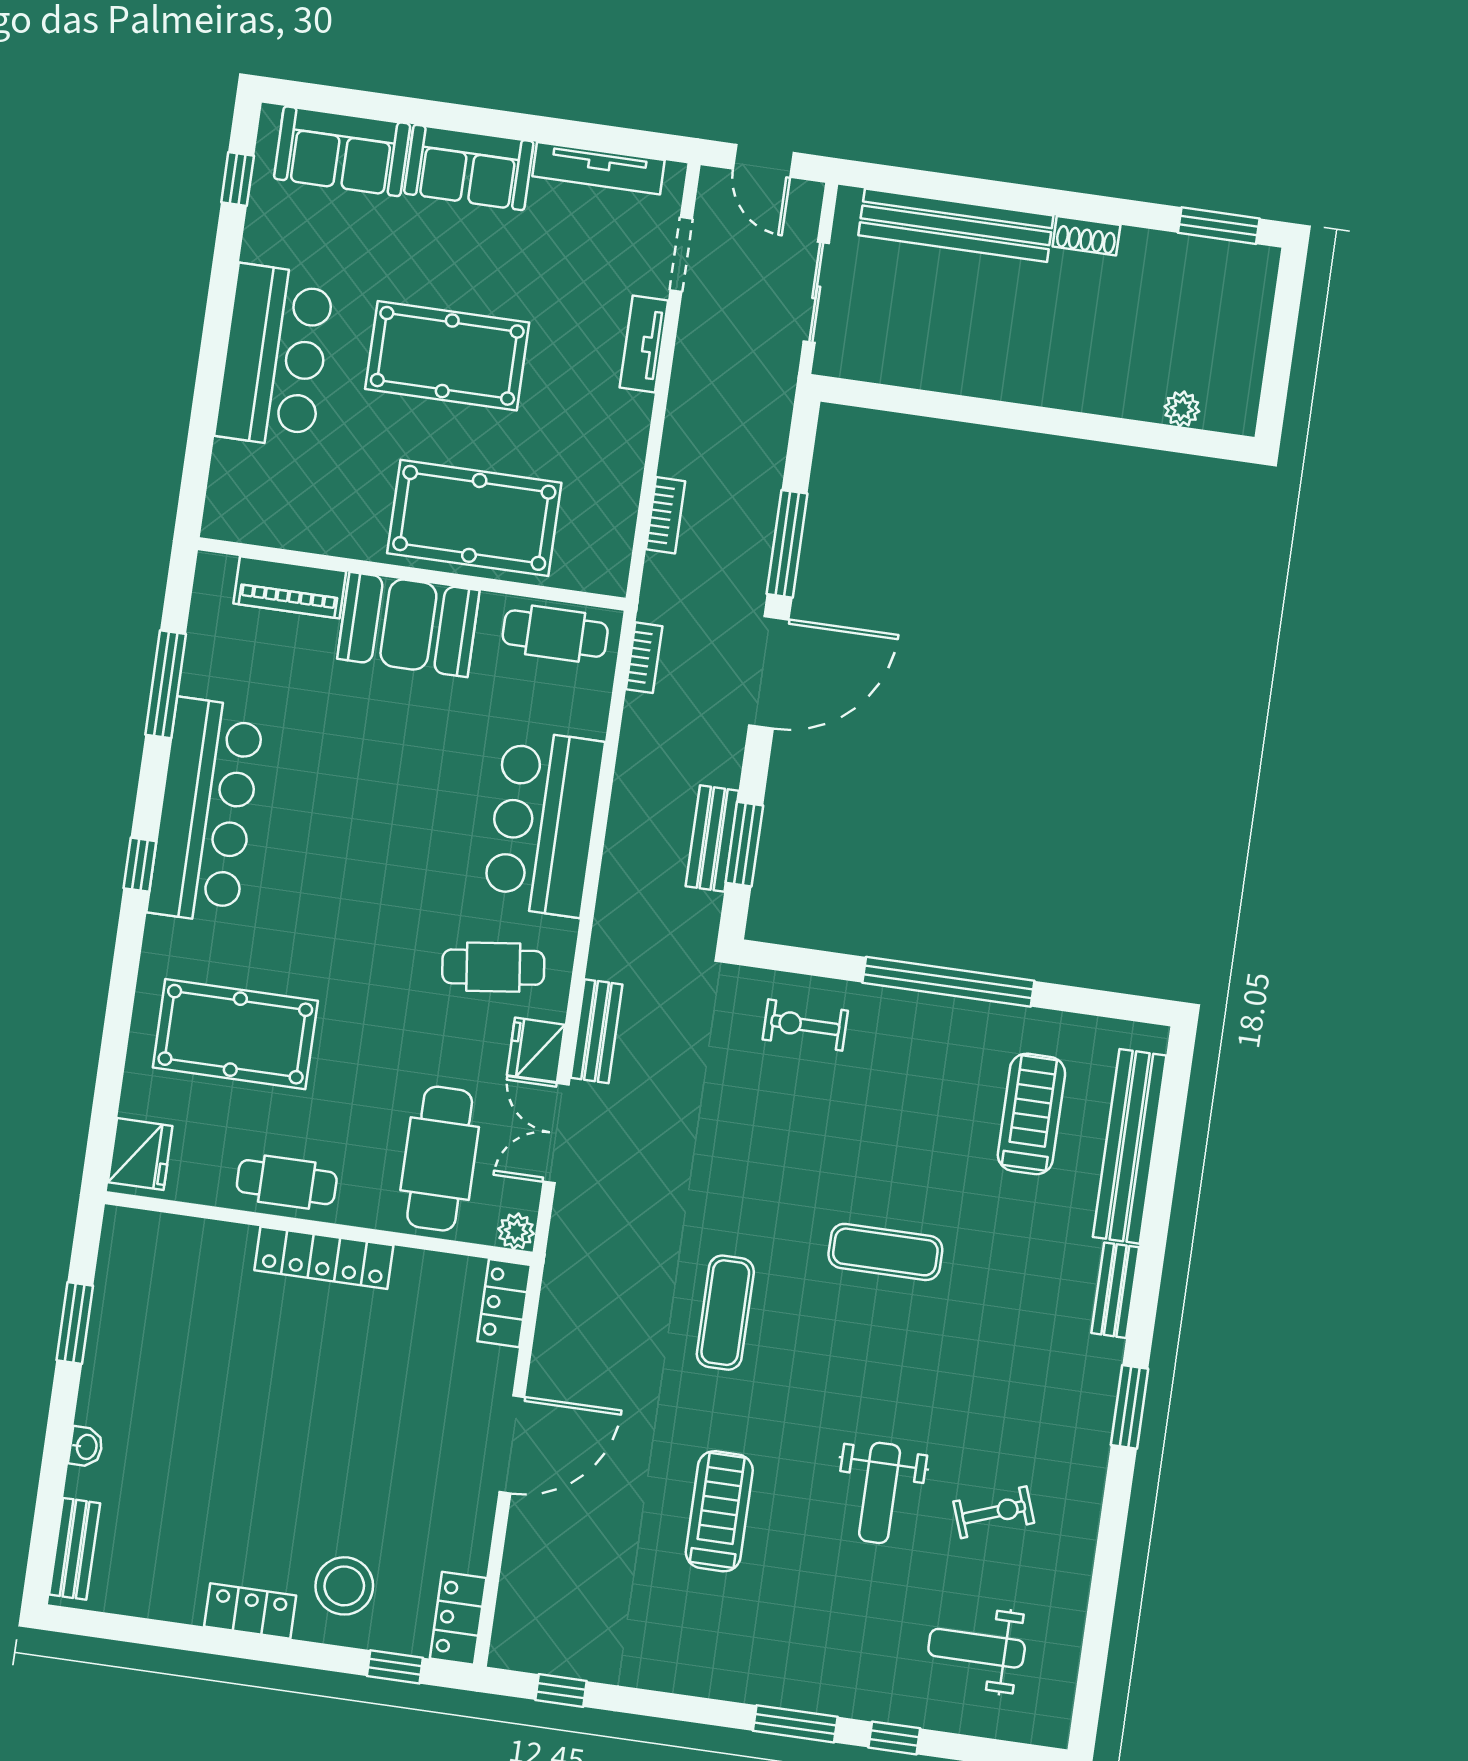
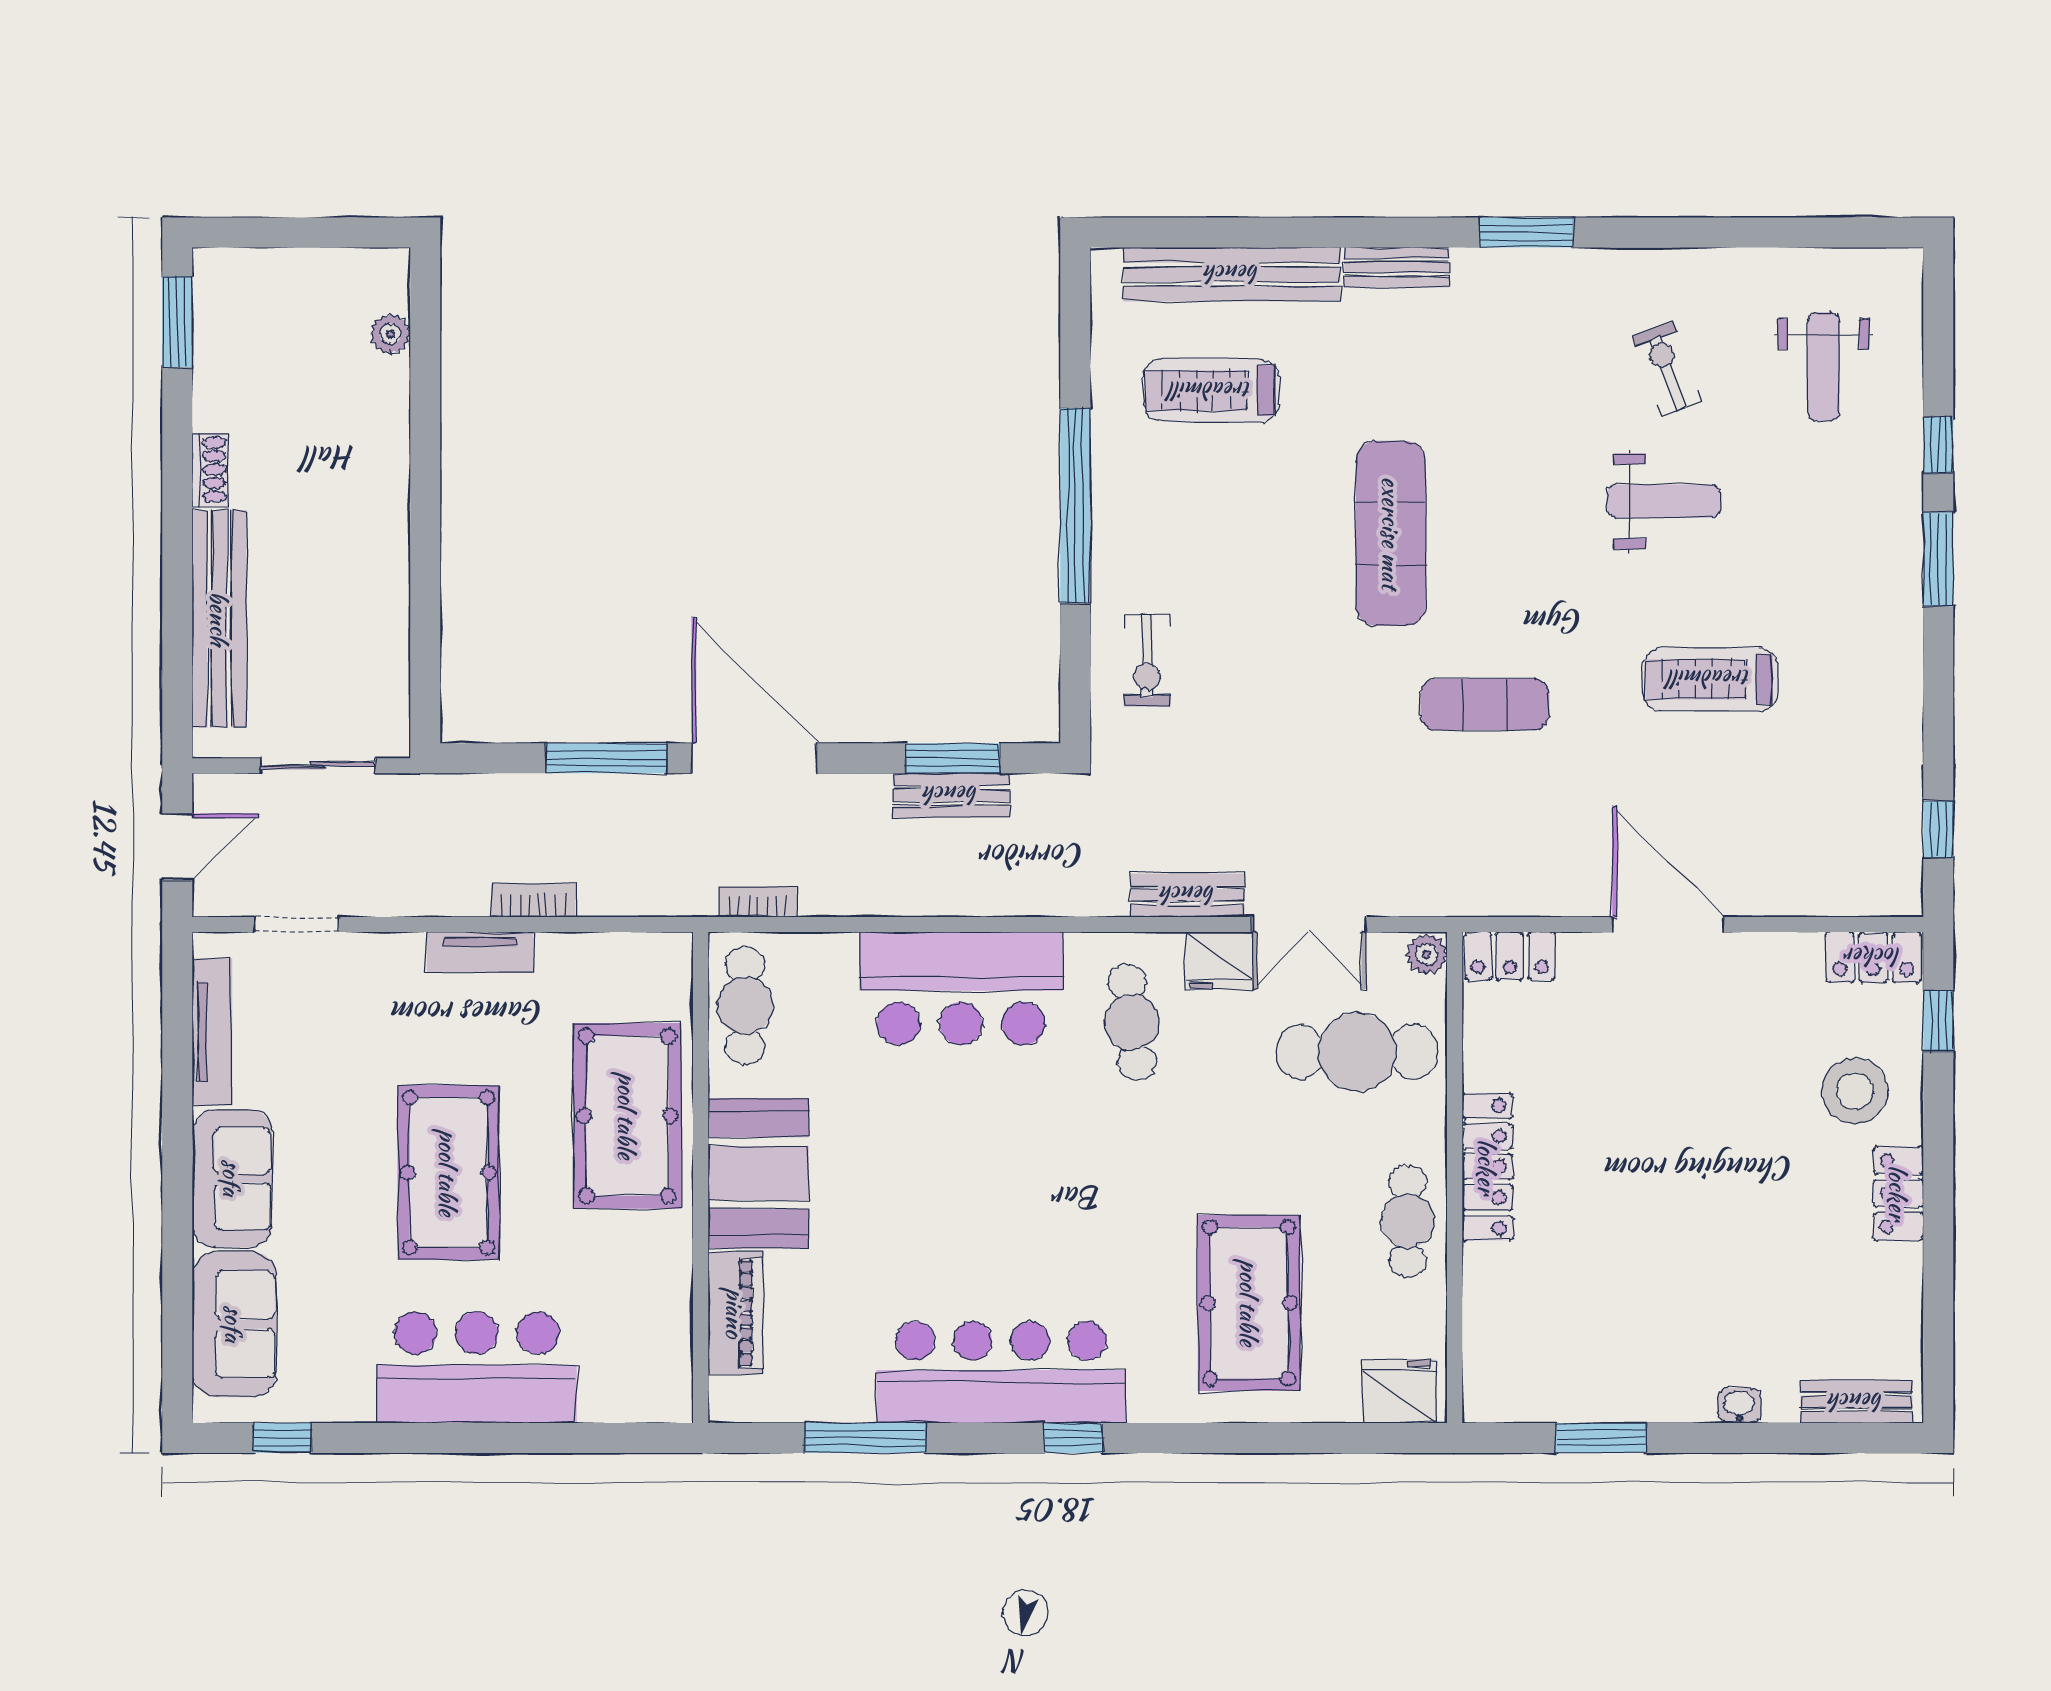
tv unit: (644, 344) -> (480, 952), moved
bookcase: (665, 515) -> (534, 900), moved
exercise mat: (885, 1252) -> (1391, 533), width x1.36, depth x1.45

